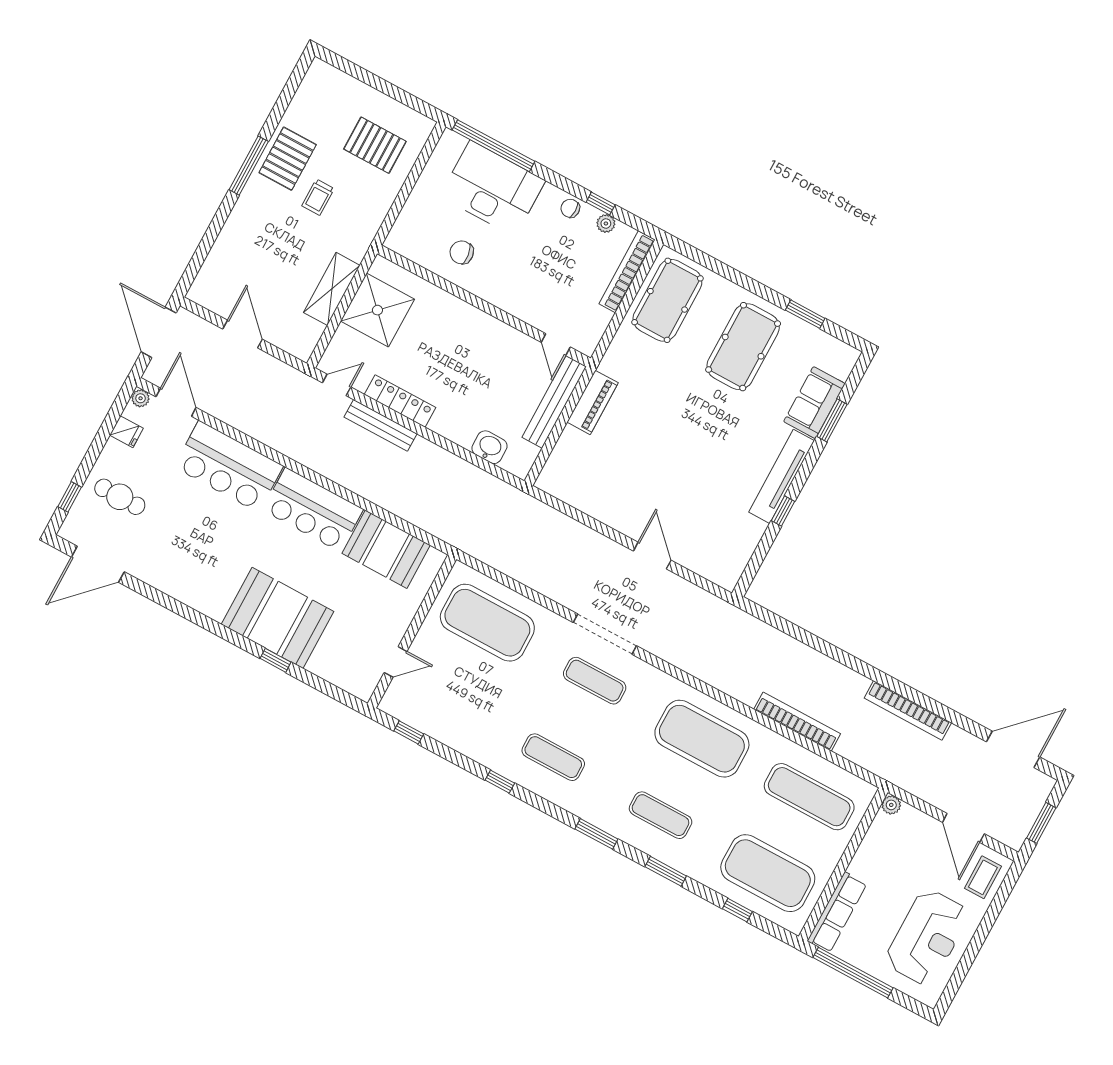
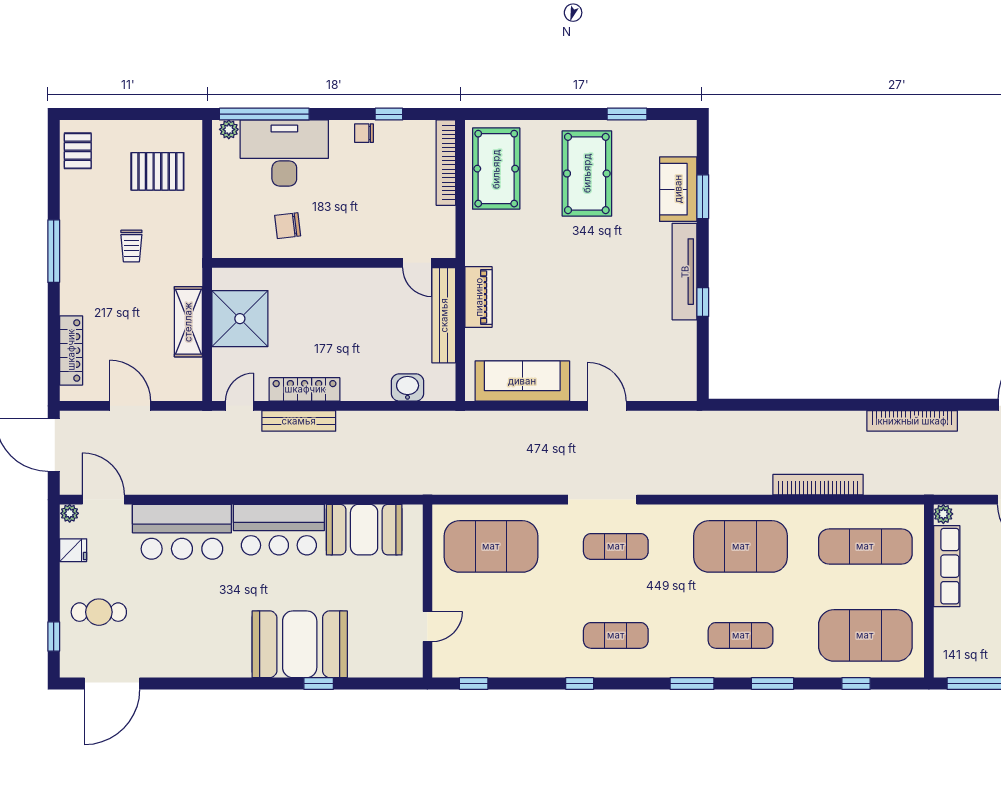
pallet: (288, 159) -> (78, 151), moved, width x0.67, depth x0.71
plant: (606, 223) -> (229, 129), moved
locker: (217, 259) -> (71, 350), added
sofa: (591, 495) -> (522, 381), added
row of seats: (837, 912) -> (947, 566), moved

